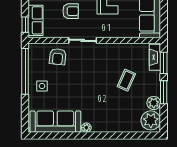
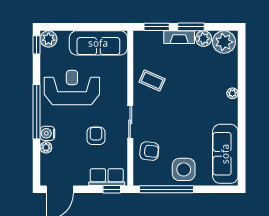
fireplace: (155, 57) -> (179, 37), moved
coffee table: (126, 80) -> (152, 80), moved
side table: (42, 86) -> (184, 169), width x1.87, depth x1.87
plant: (86, 128) -> (232, 93), moved

